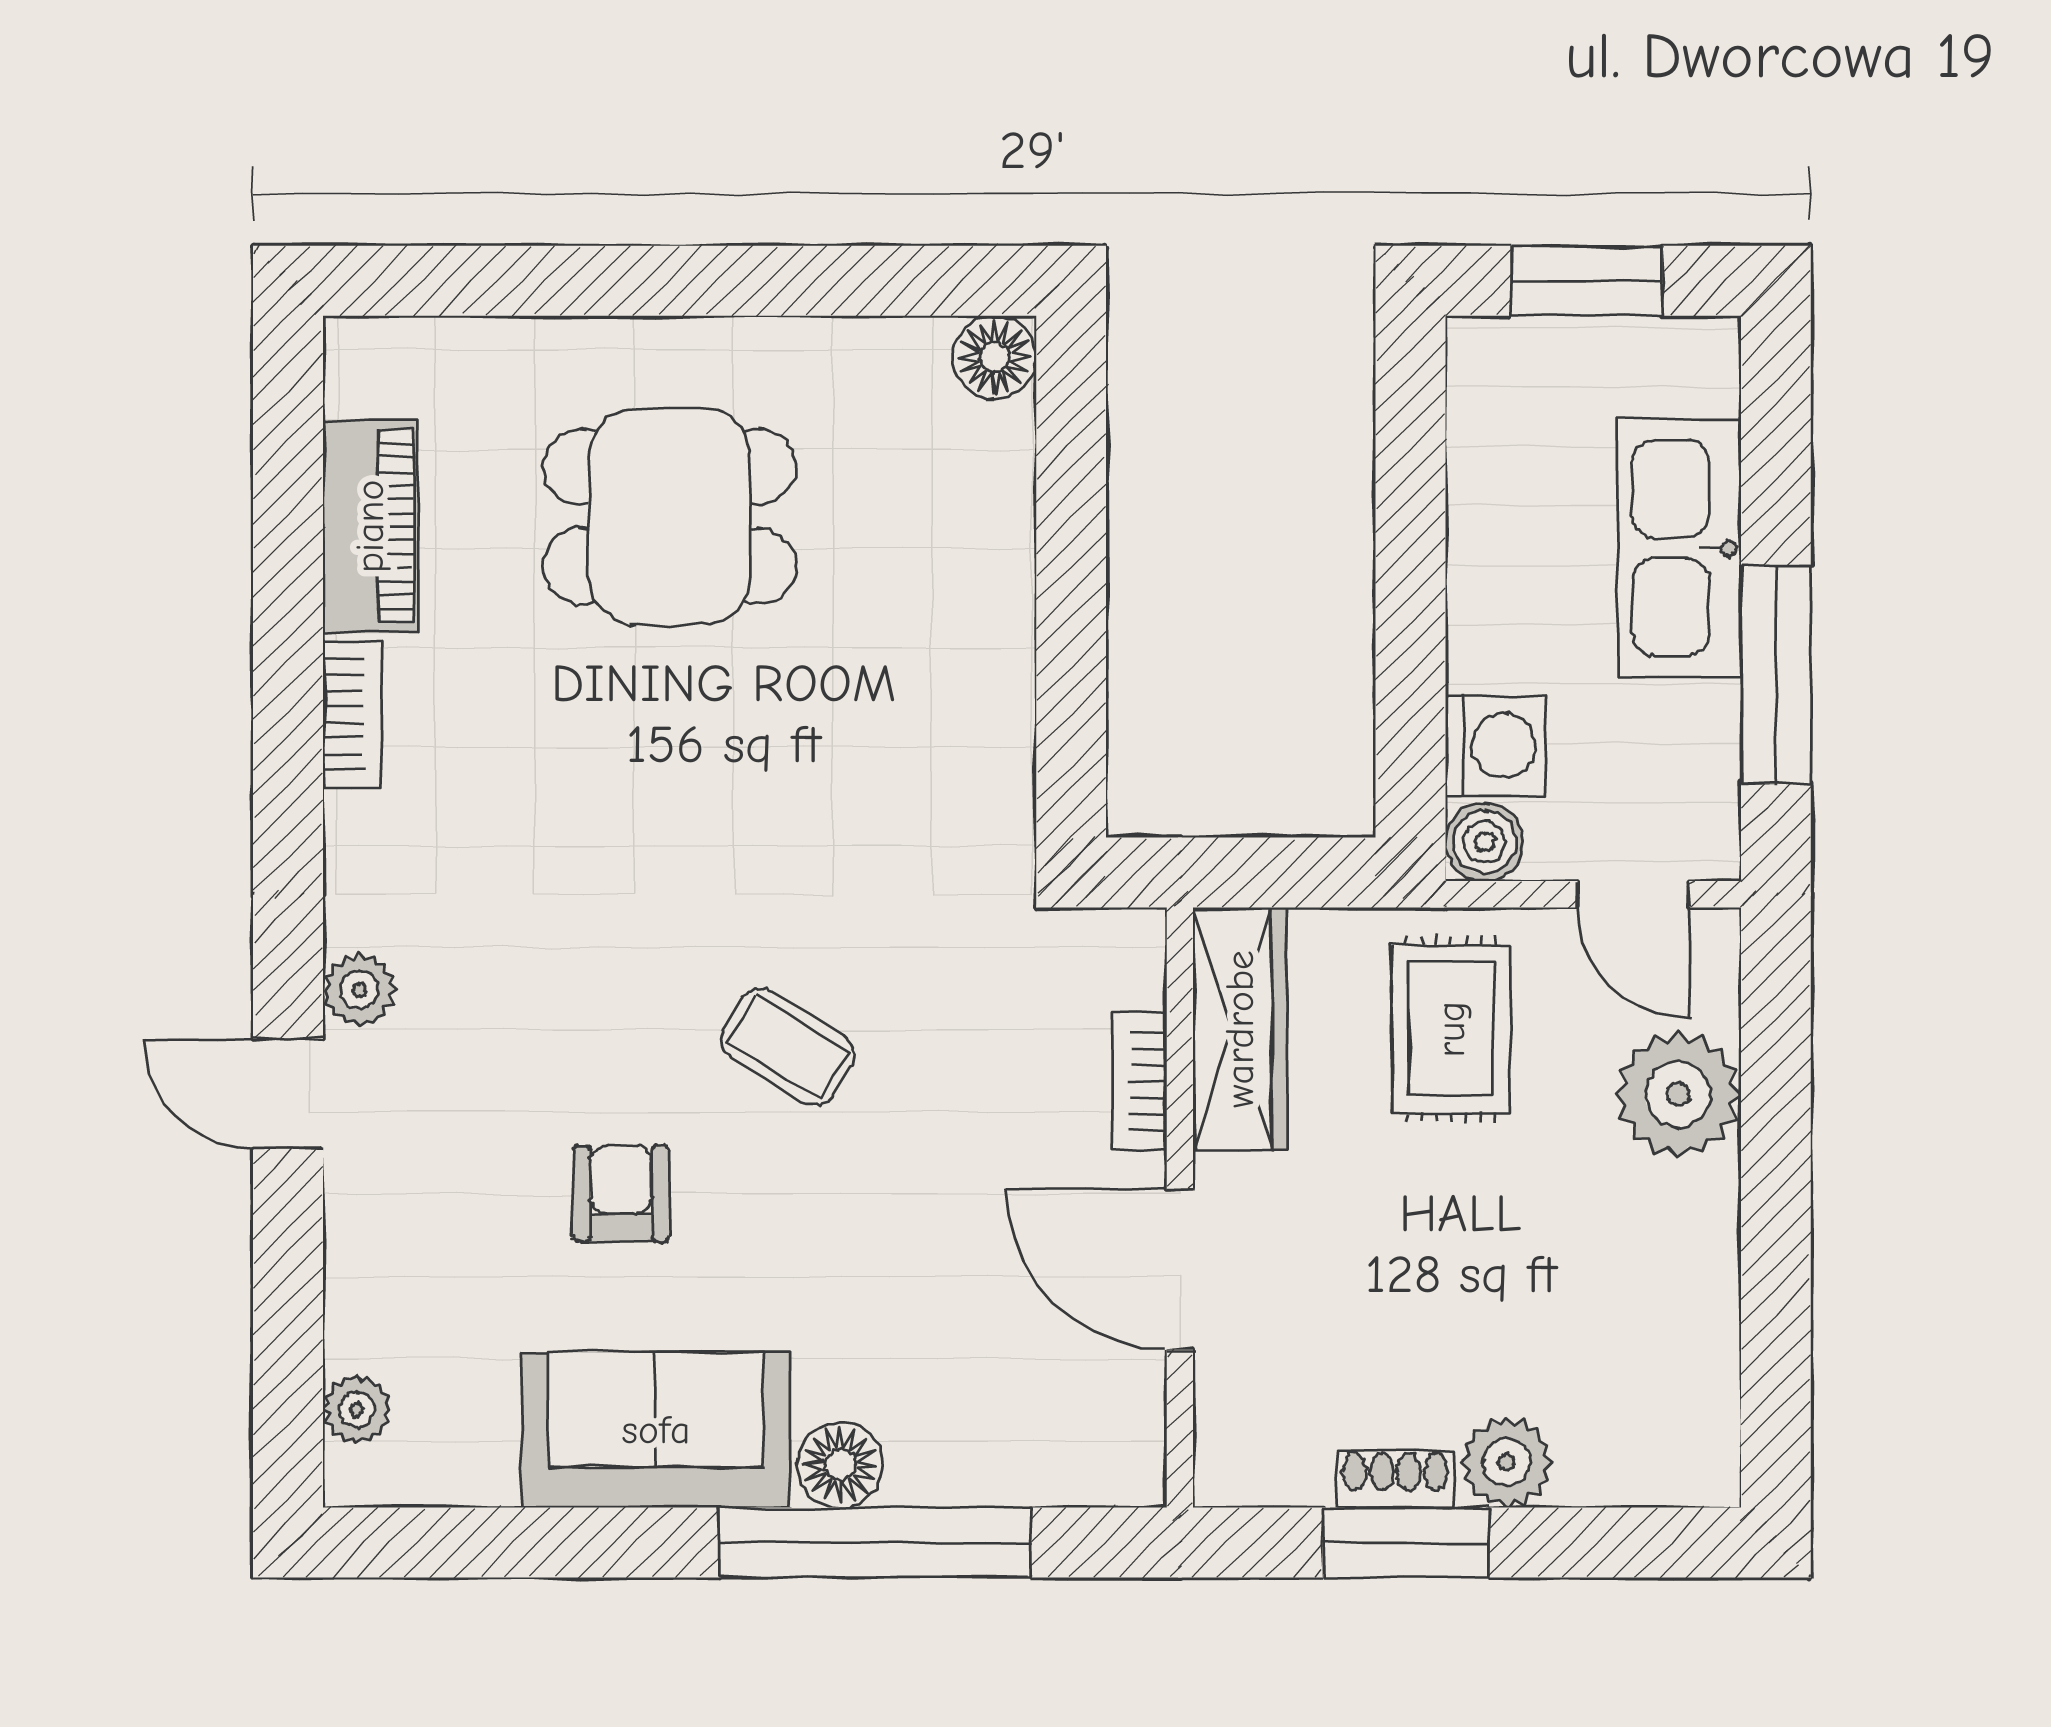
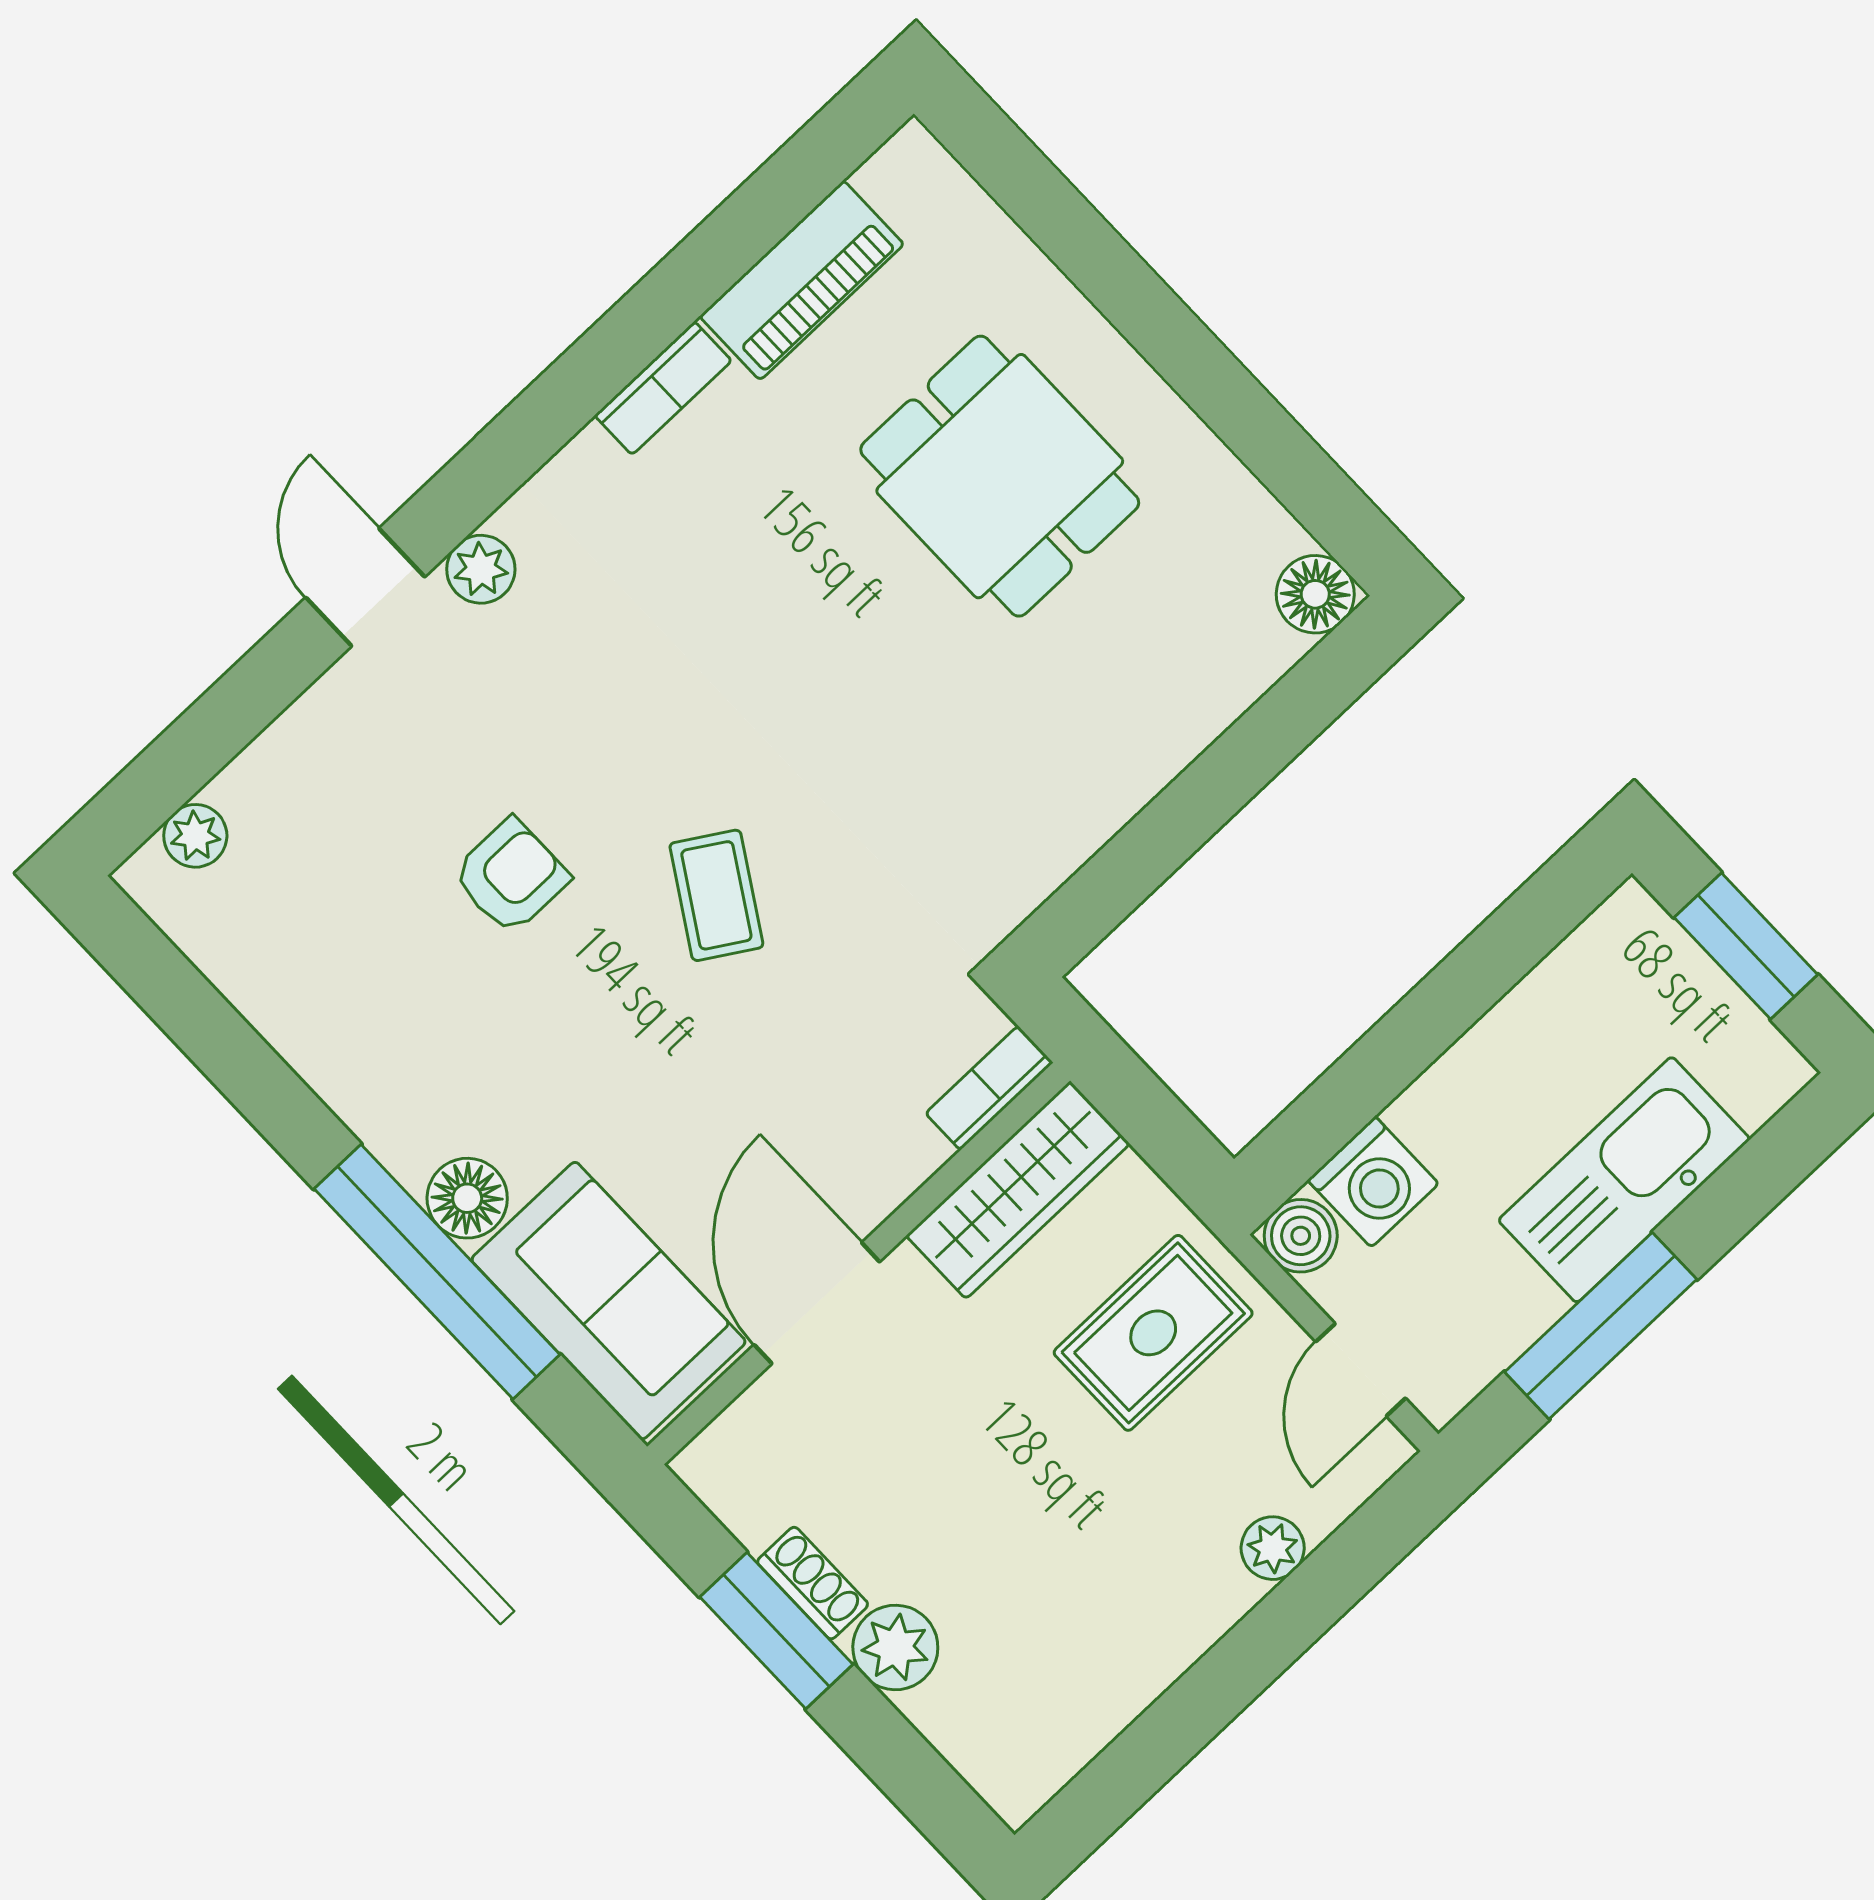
bookcase: (1139, 1082) -> (989, 1088), moved
plant: (1678, 1094) -> (1273, 1548), width x0.53, depth x0.53
sofa: (656, 1430) -> (609, 1301), moved

